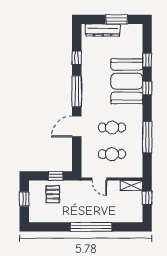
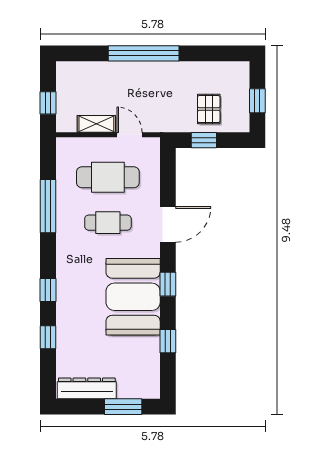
window: (117, 19) -> (123, 407), moved
dresser: (103, 30) -> (87, 388), moved
booth: (127, 81) -> (133, 297), moved
window: (77, 91) -> (168, 284), width x0.46
cafe table: (112, 154) -> (108, 177), width x1.37, depth x1.35
shelving: (131, 186) -> (96, 124), moved

